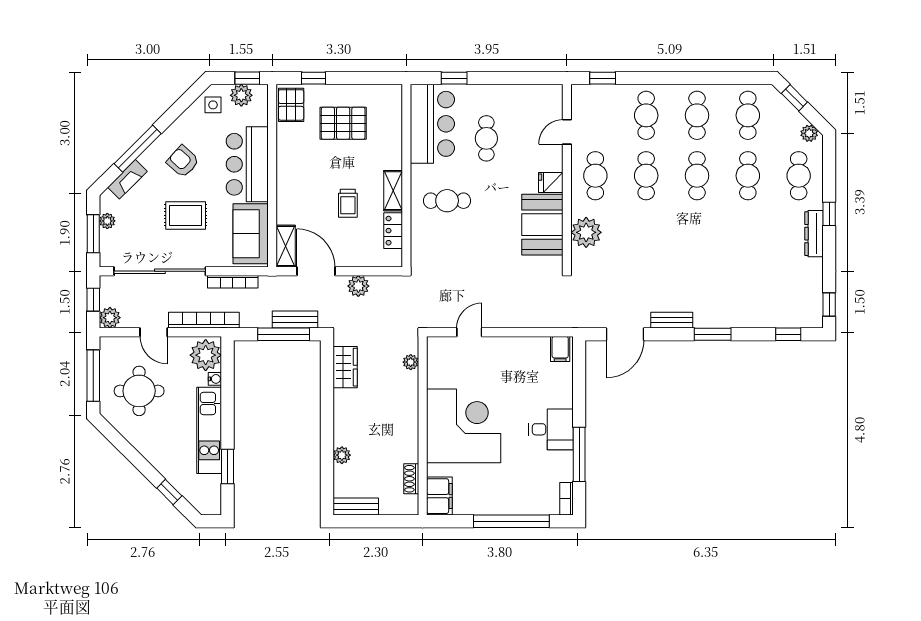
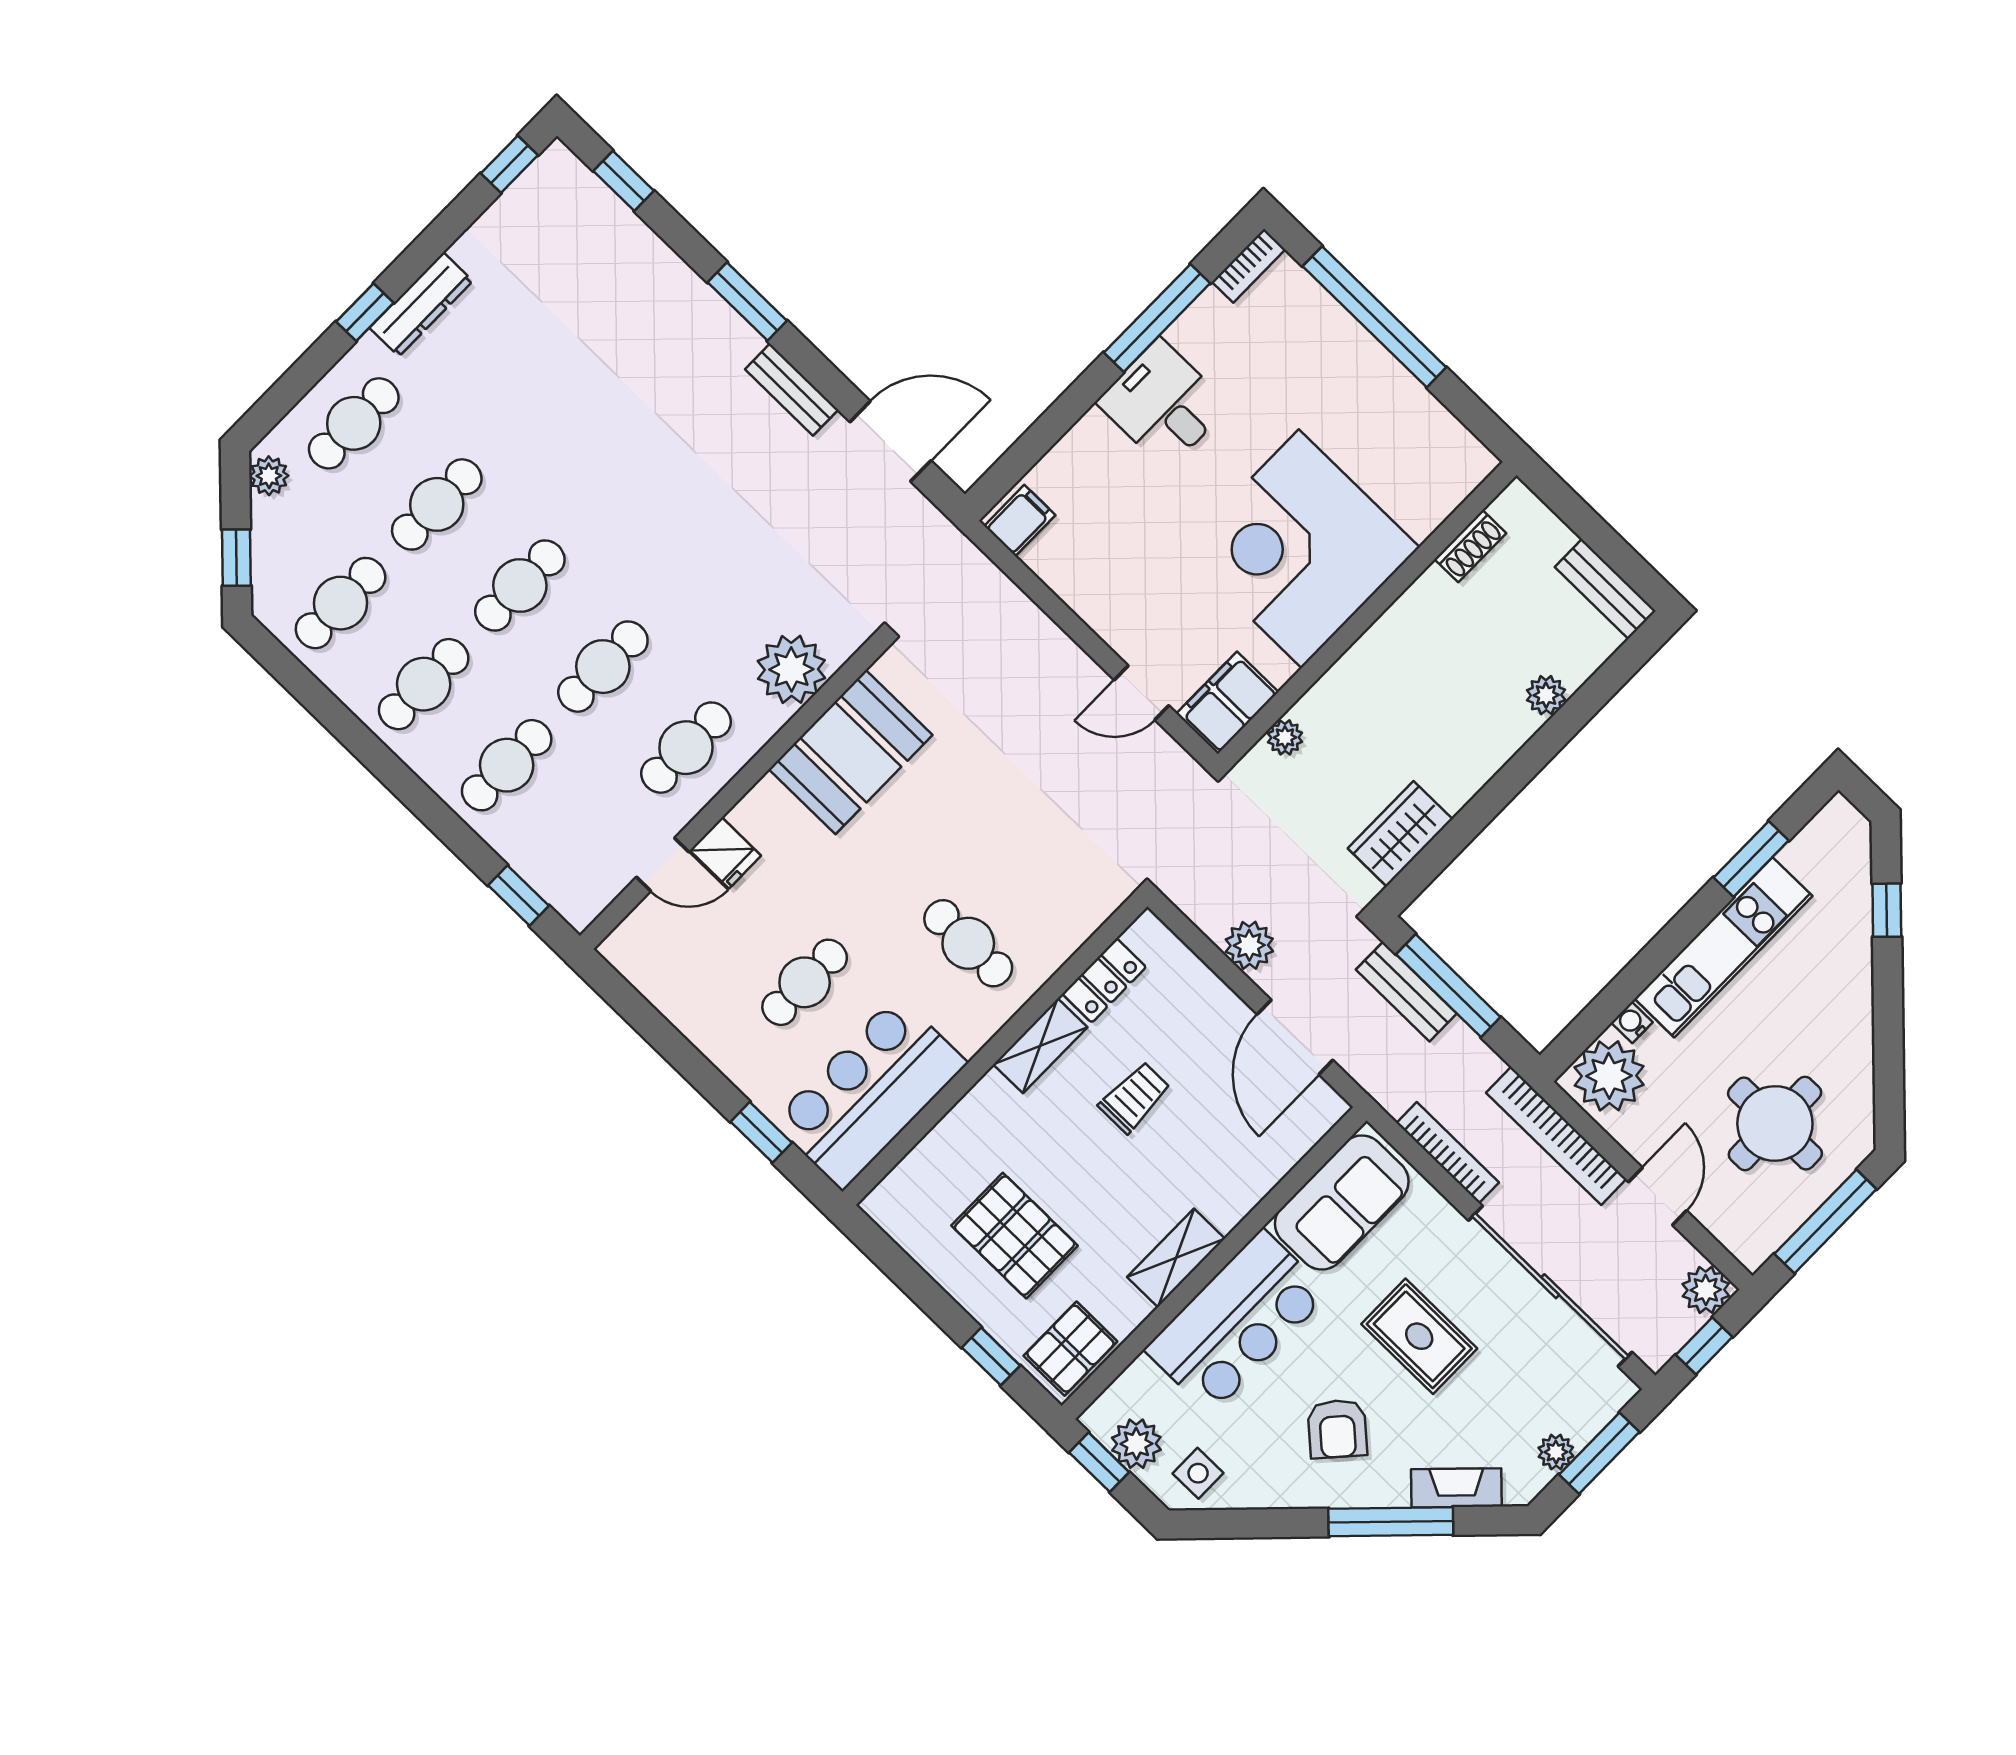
fridge: (551, 182) -> (725, 853), moved
shelving: (286, 246) -> (1176, 1258), moved
filing cabinet: (439, 496) -> (1227, 703), moved

